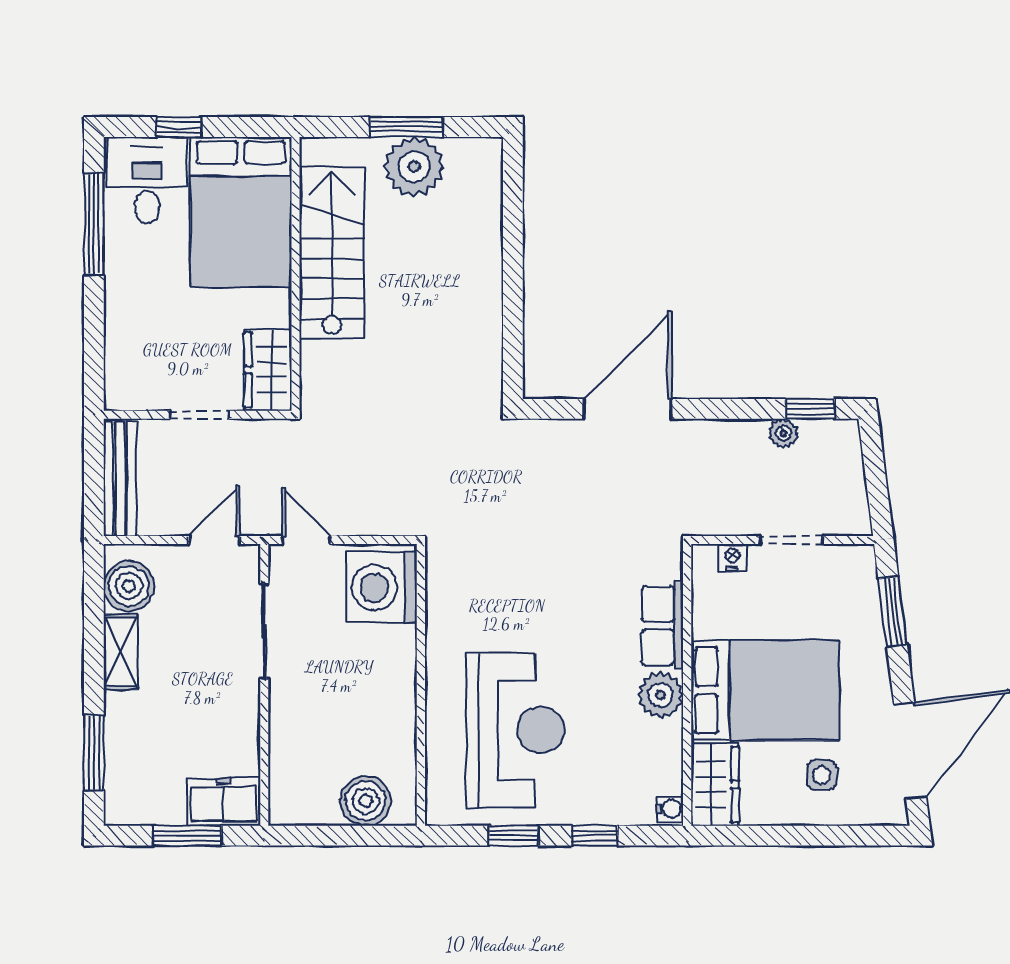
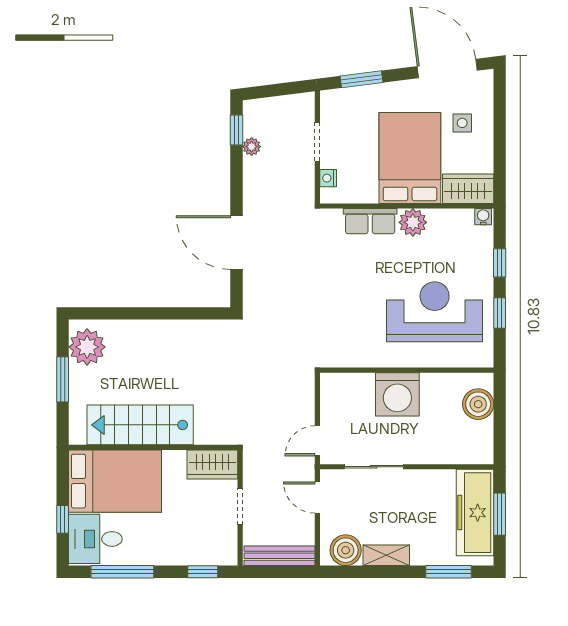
plant: (414, 167) -> (87, 347), moved
window: (94, 354) -> (203, 572), added
washing machine: (382, 588) -> (397, 394), moved
freezer: (223, 802) -> (475, 513), width x1.91, depth x1.26

